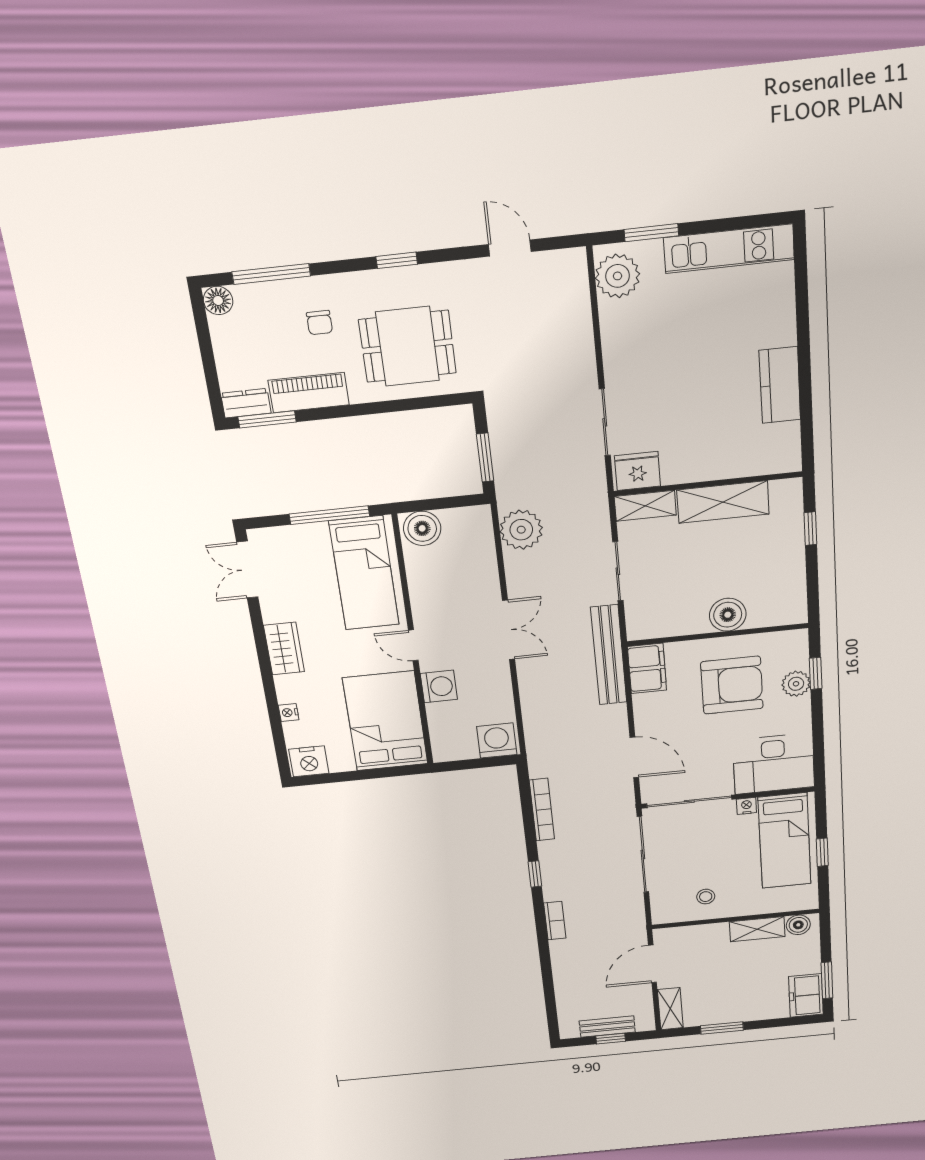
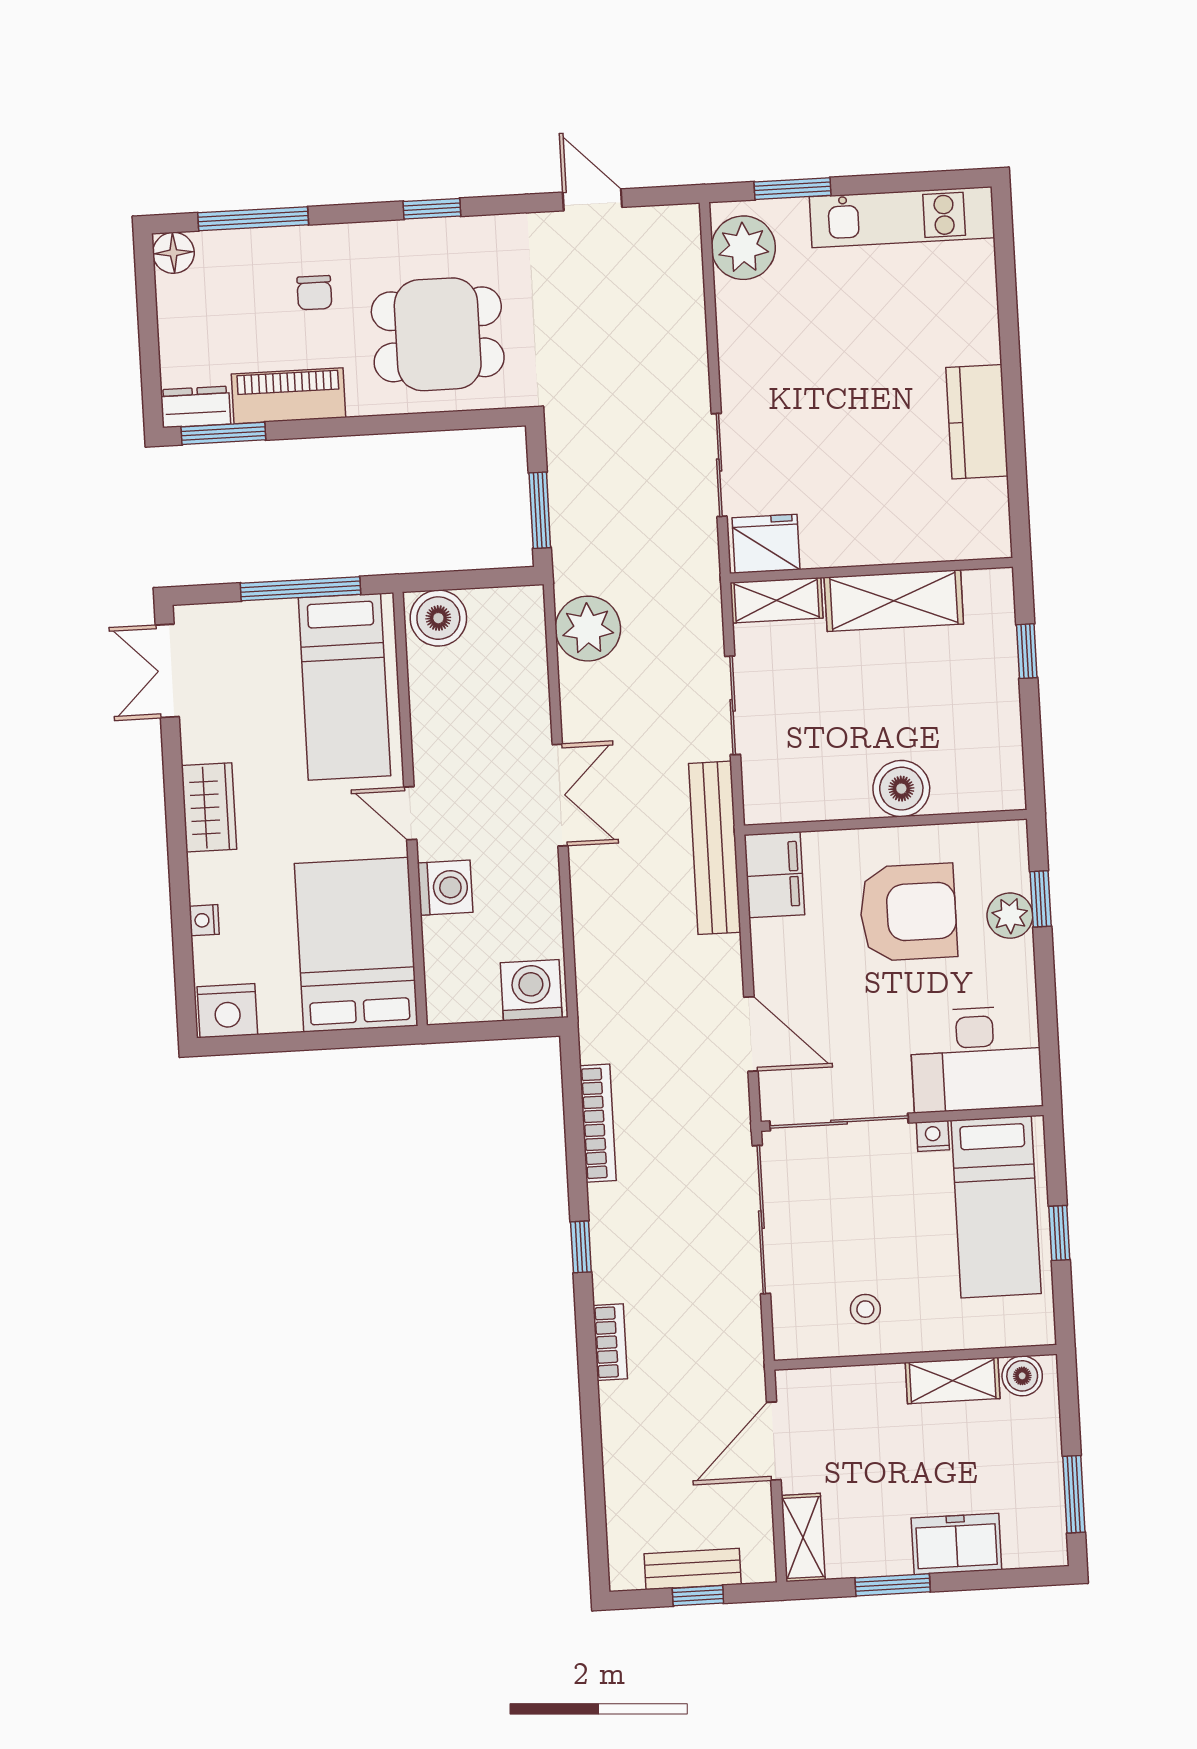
freezer: (806, 995) -> (956, 1544), moved, turned 90

